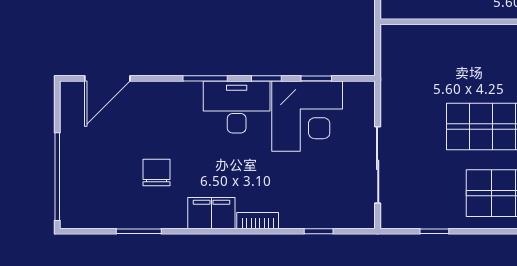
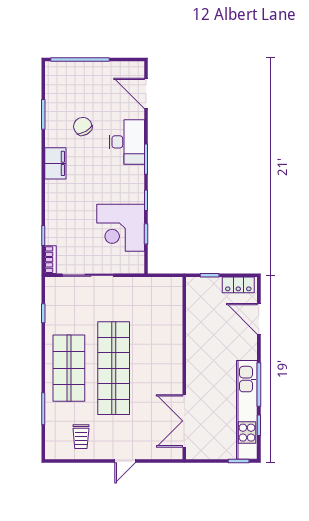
desk: (237, 107) -> (127, 142), moved
chair: (156, 173) -> (83, 126), turned -119
bookcase: (258, 221) -> (50, 260), moved

